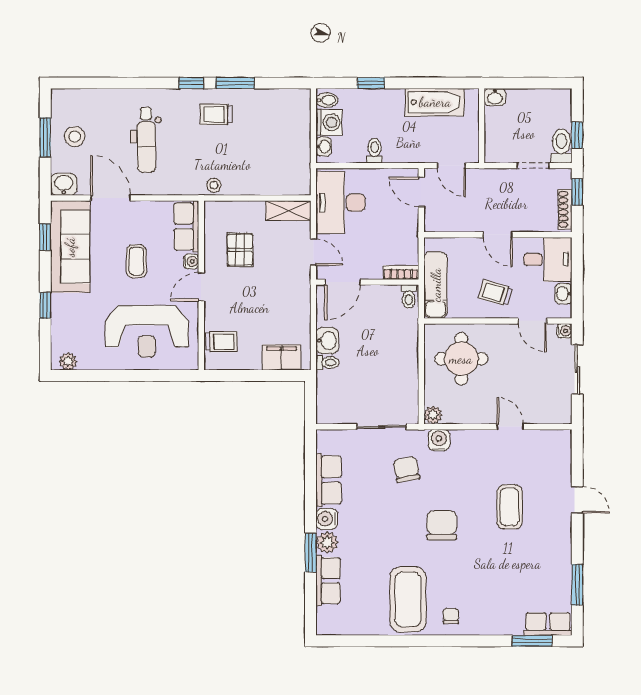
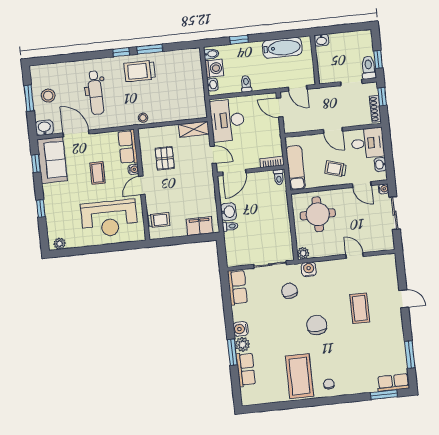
trolley: (216, 114) -> (140, 71), width x1.36, depth x1.39
sofa: (70, 247) -> (52, 160), width x0.73
row of seats: (329, 480) -> (237, 287), moved

